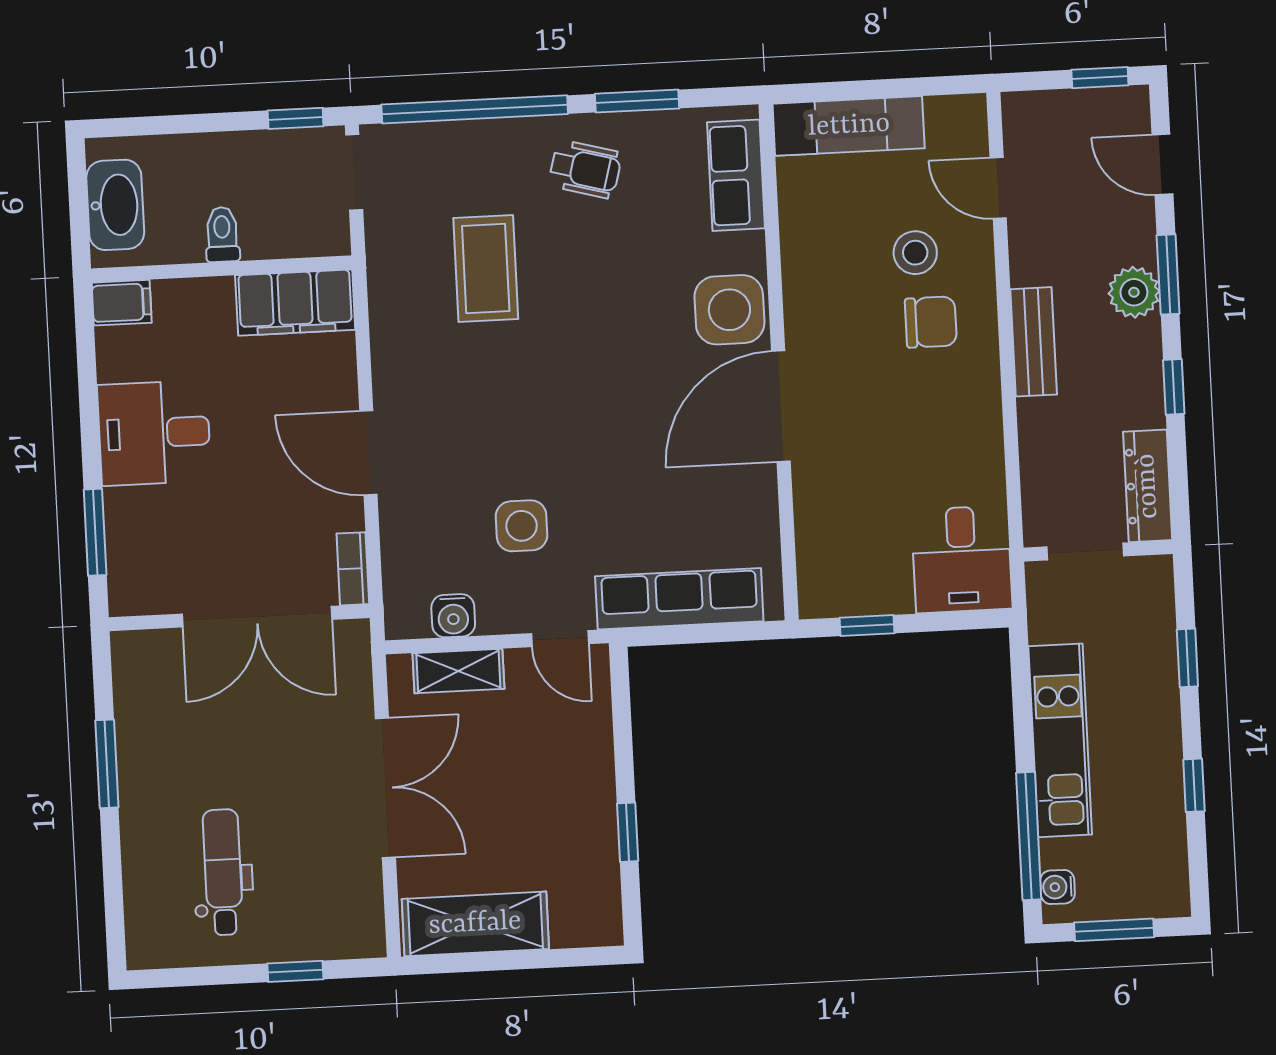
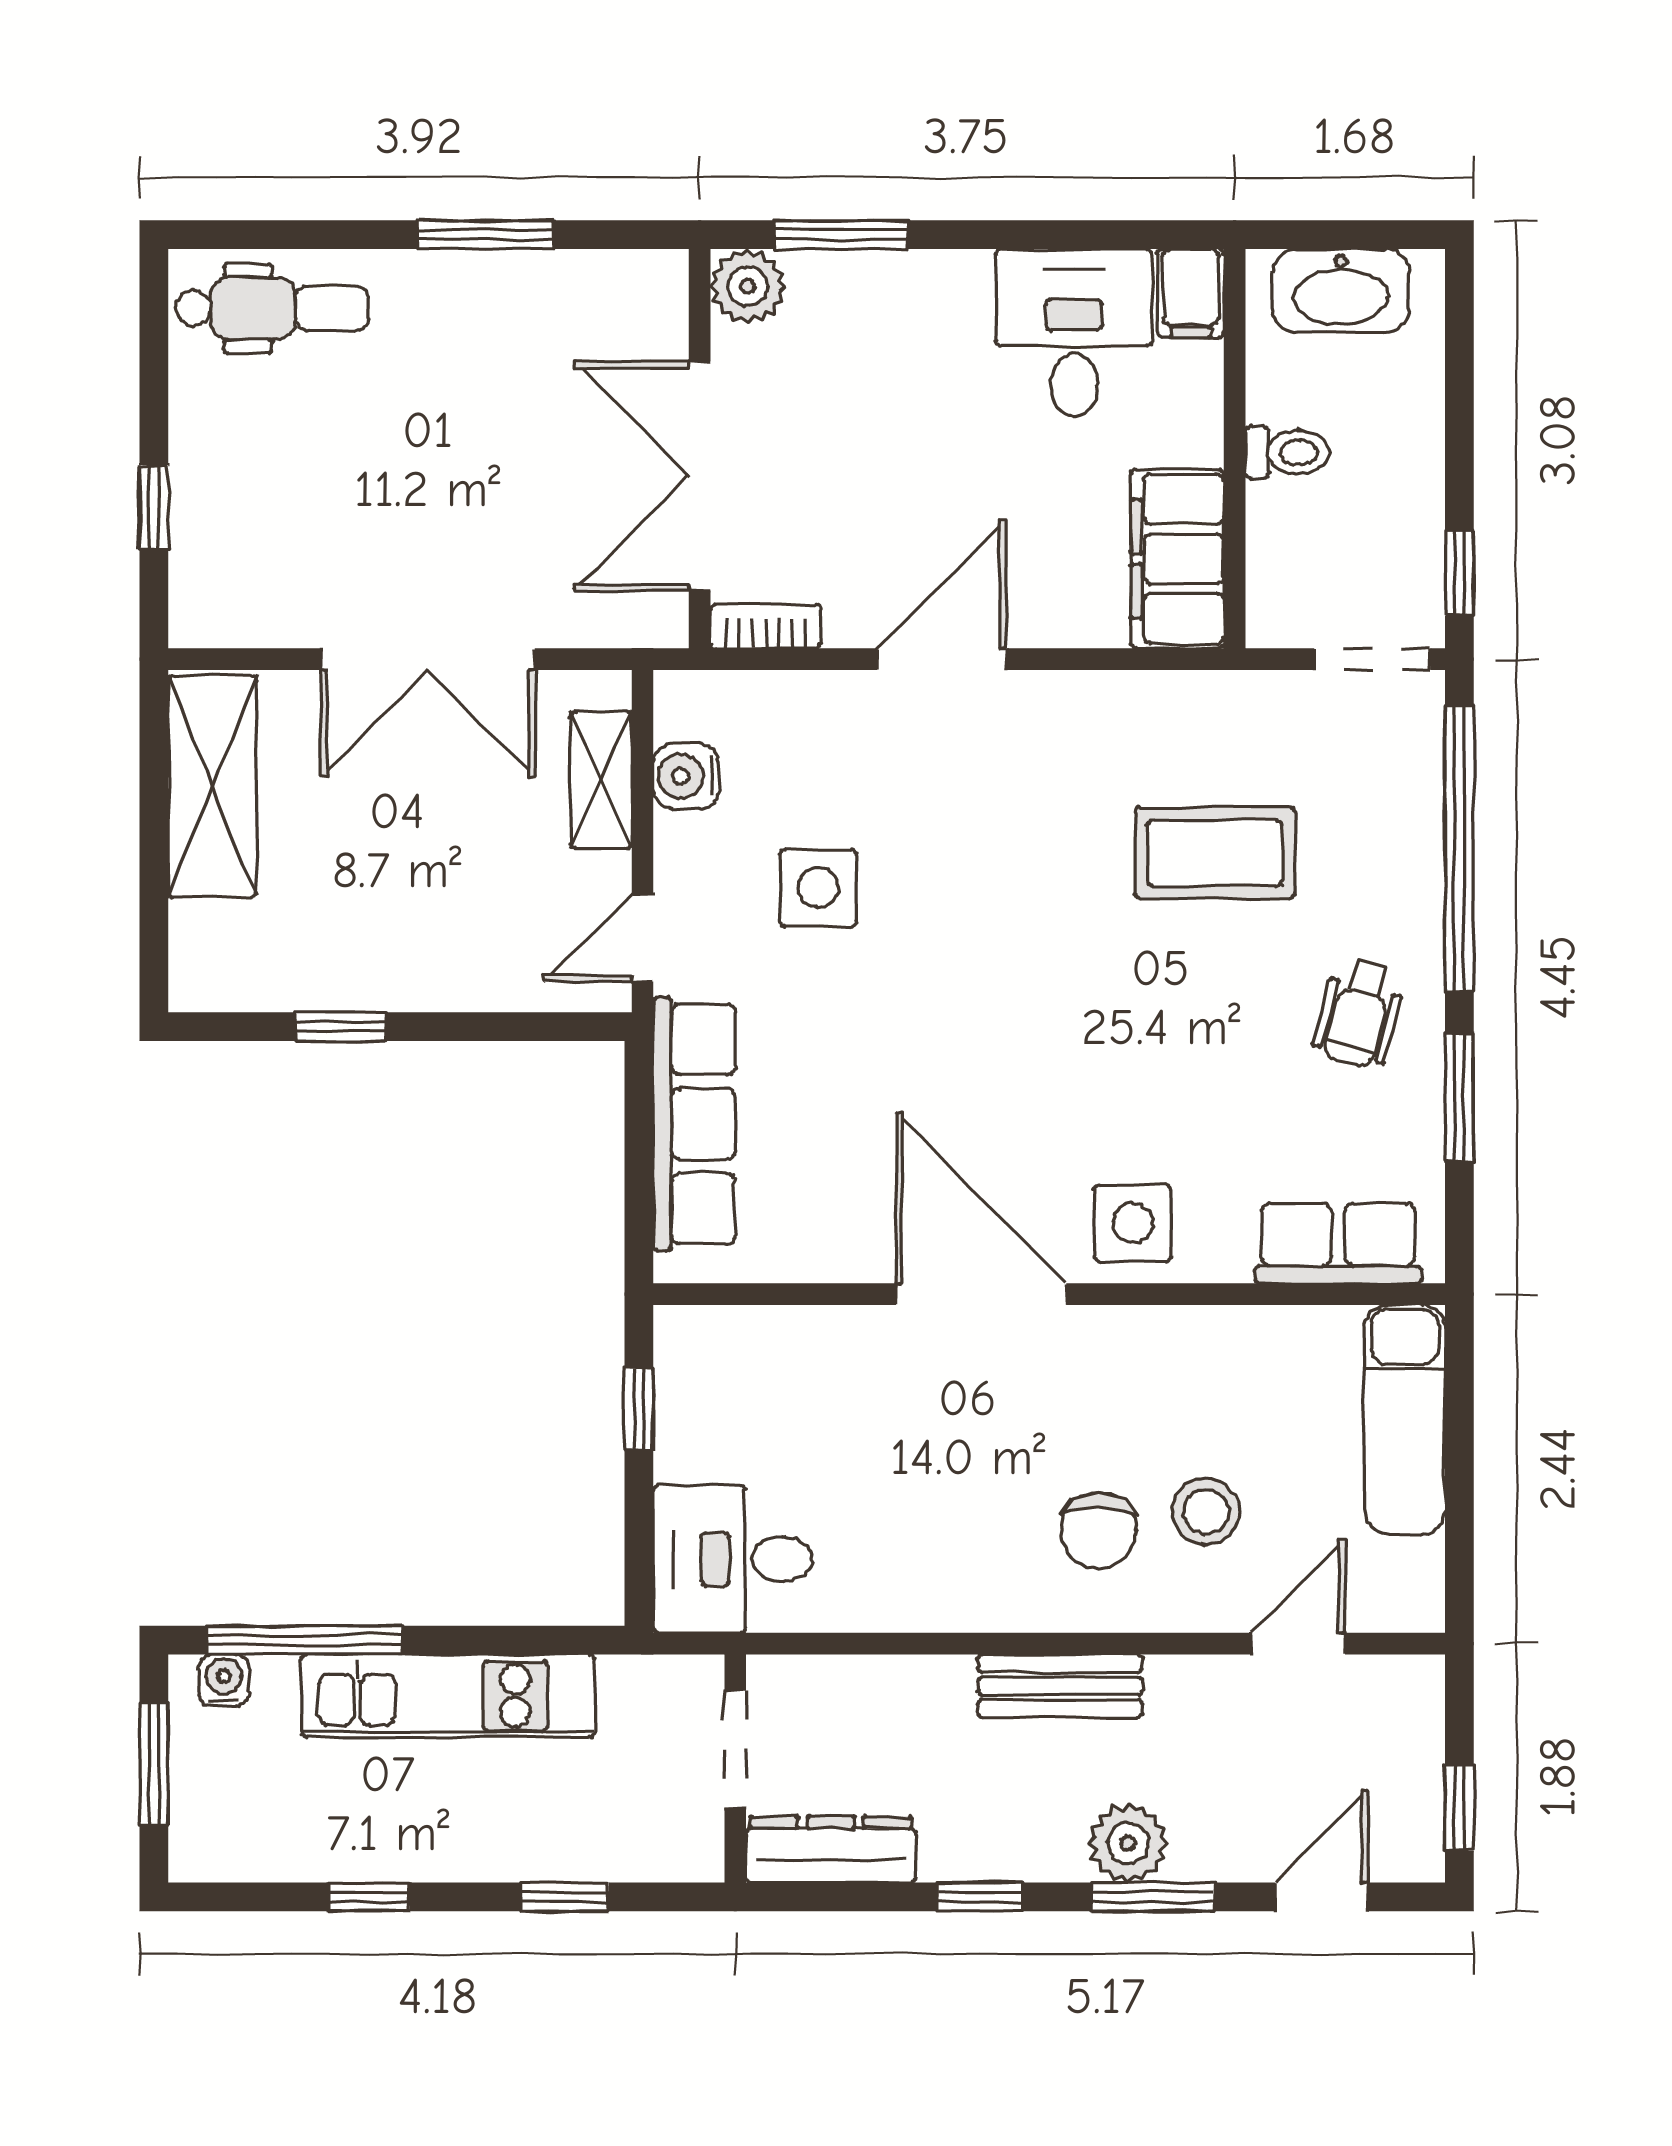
side table: (729, 310) -> (1133, 1223), width x0.73, depth x0.73
desk: (154, 433) -> (1074, 333), moved
plant: (132, 592) -> (748, 287), added
dental chair: (223, 872) -> (272, 308), moved

